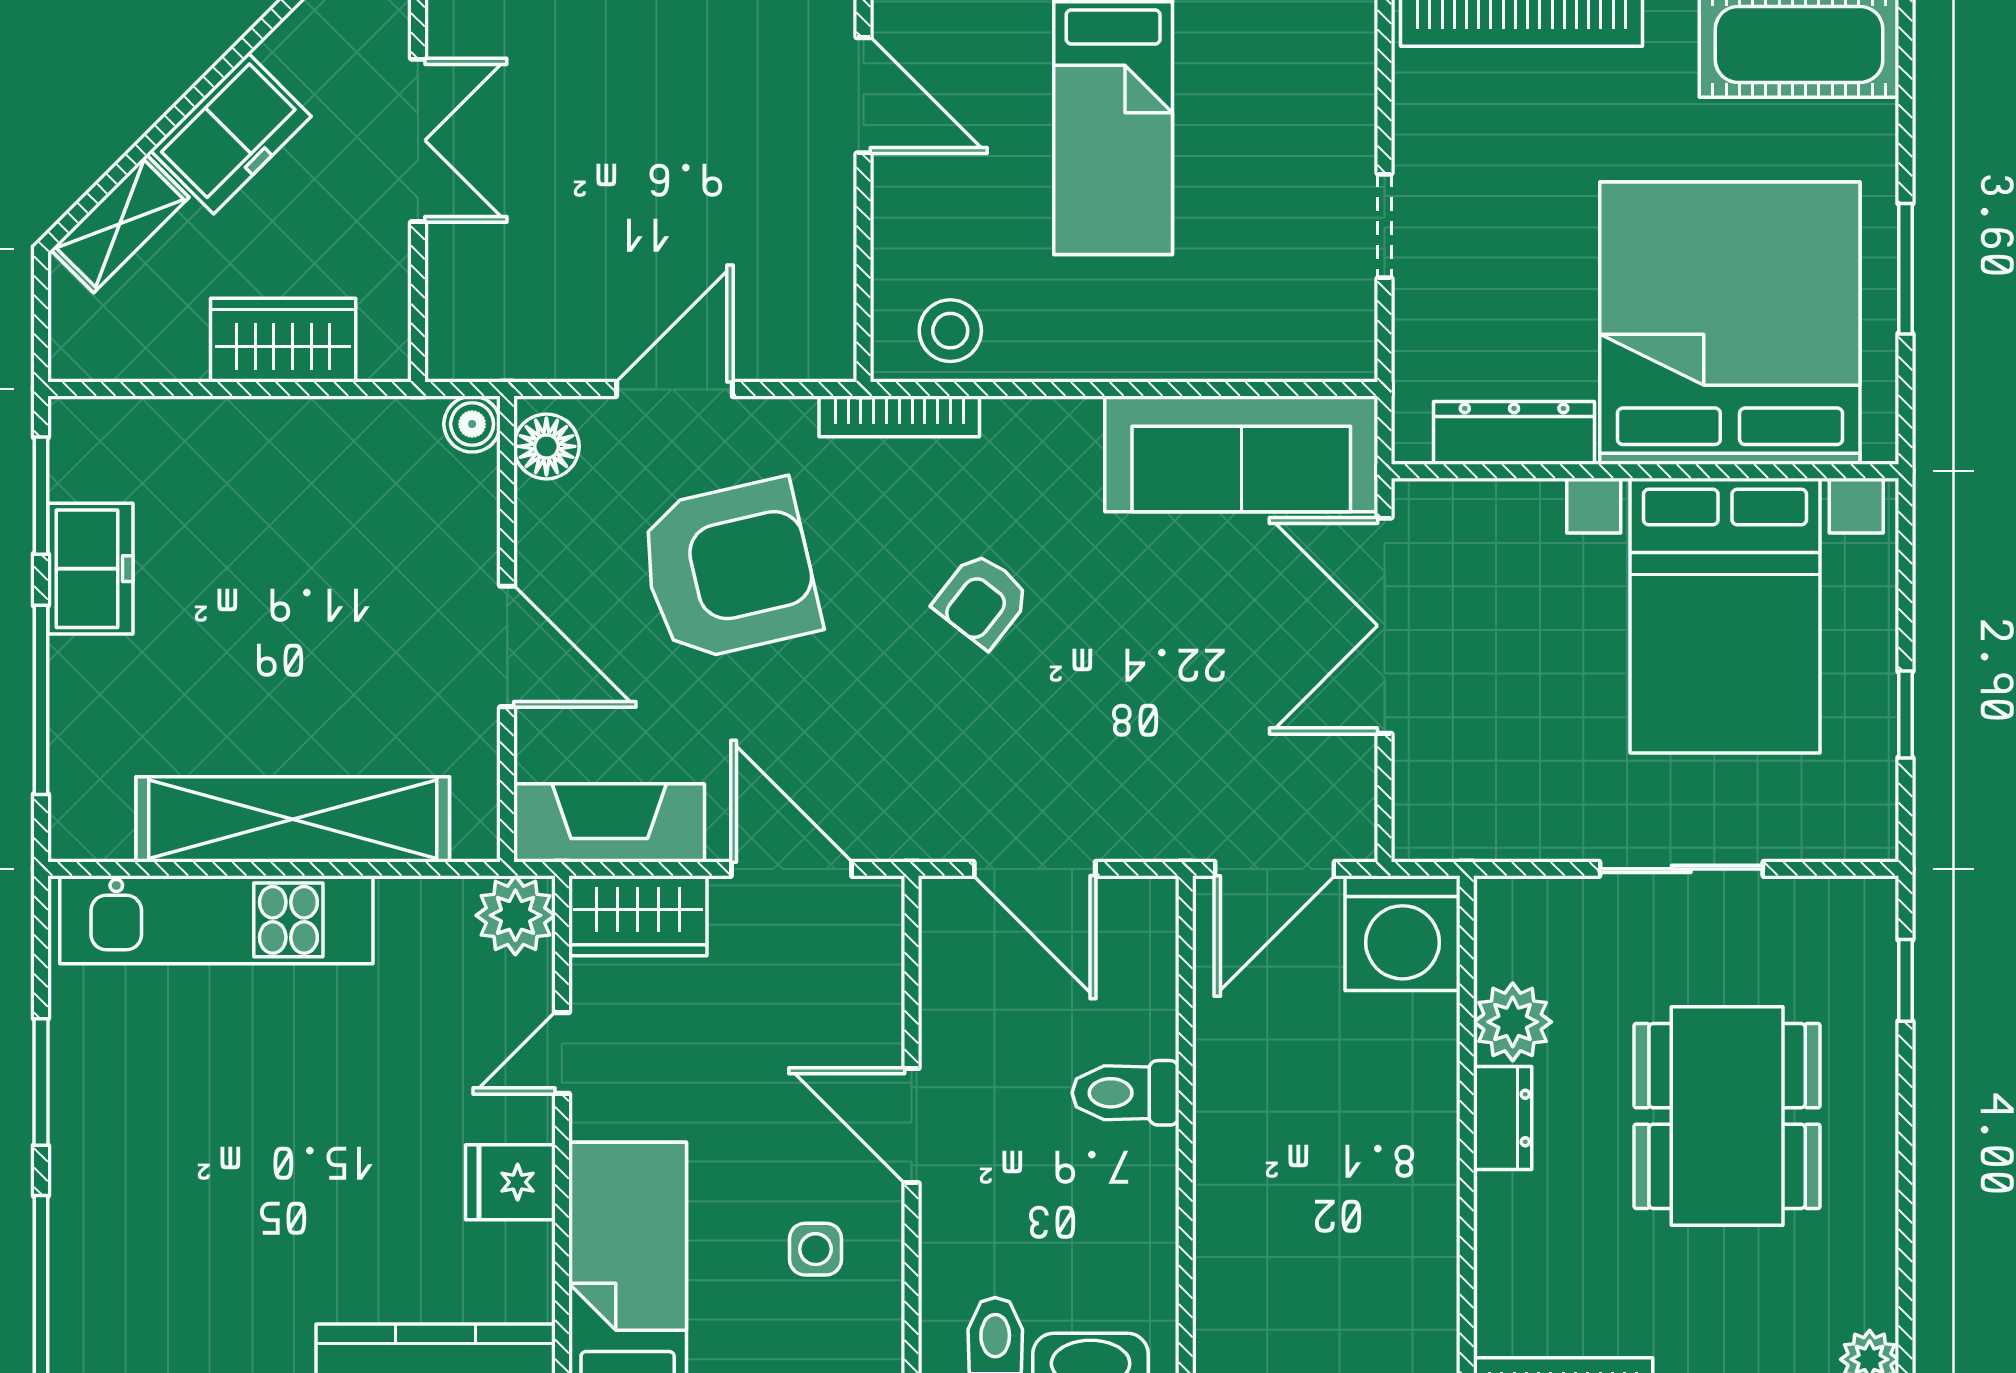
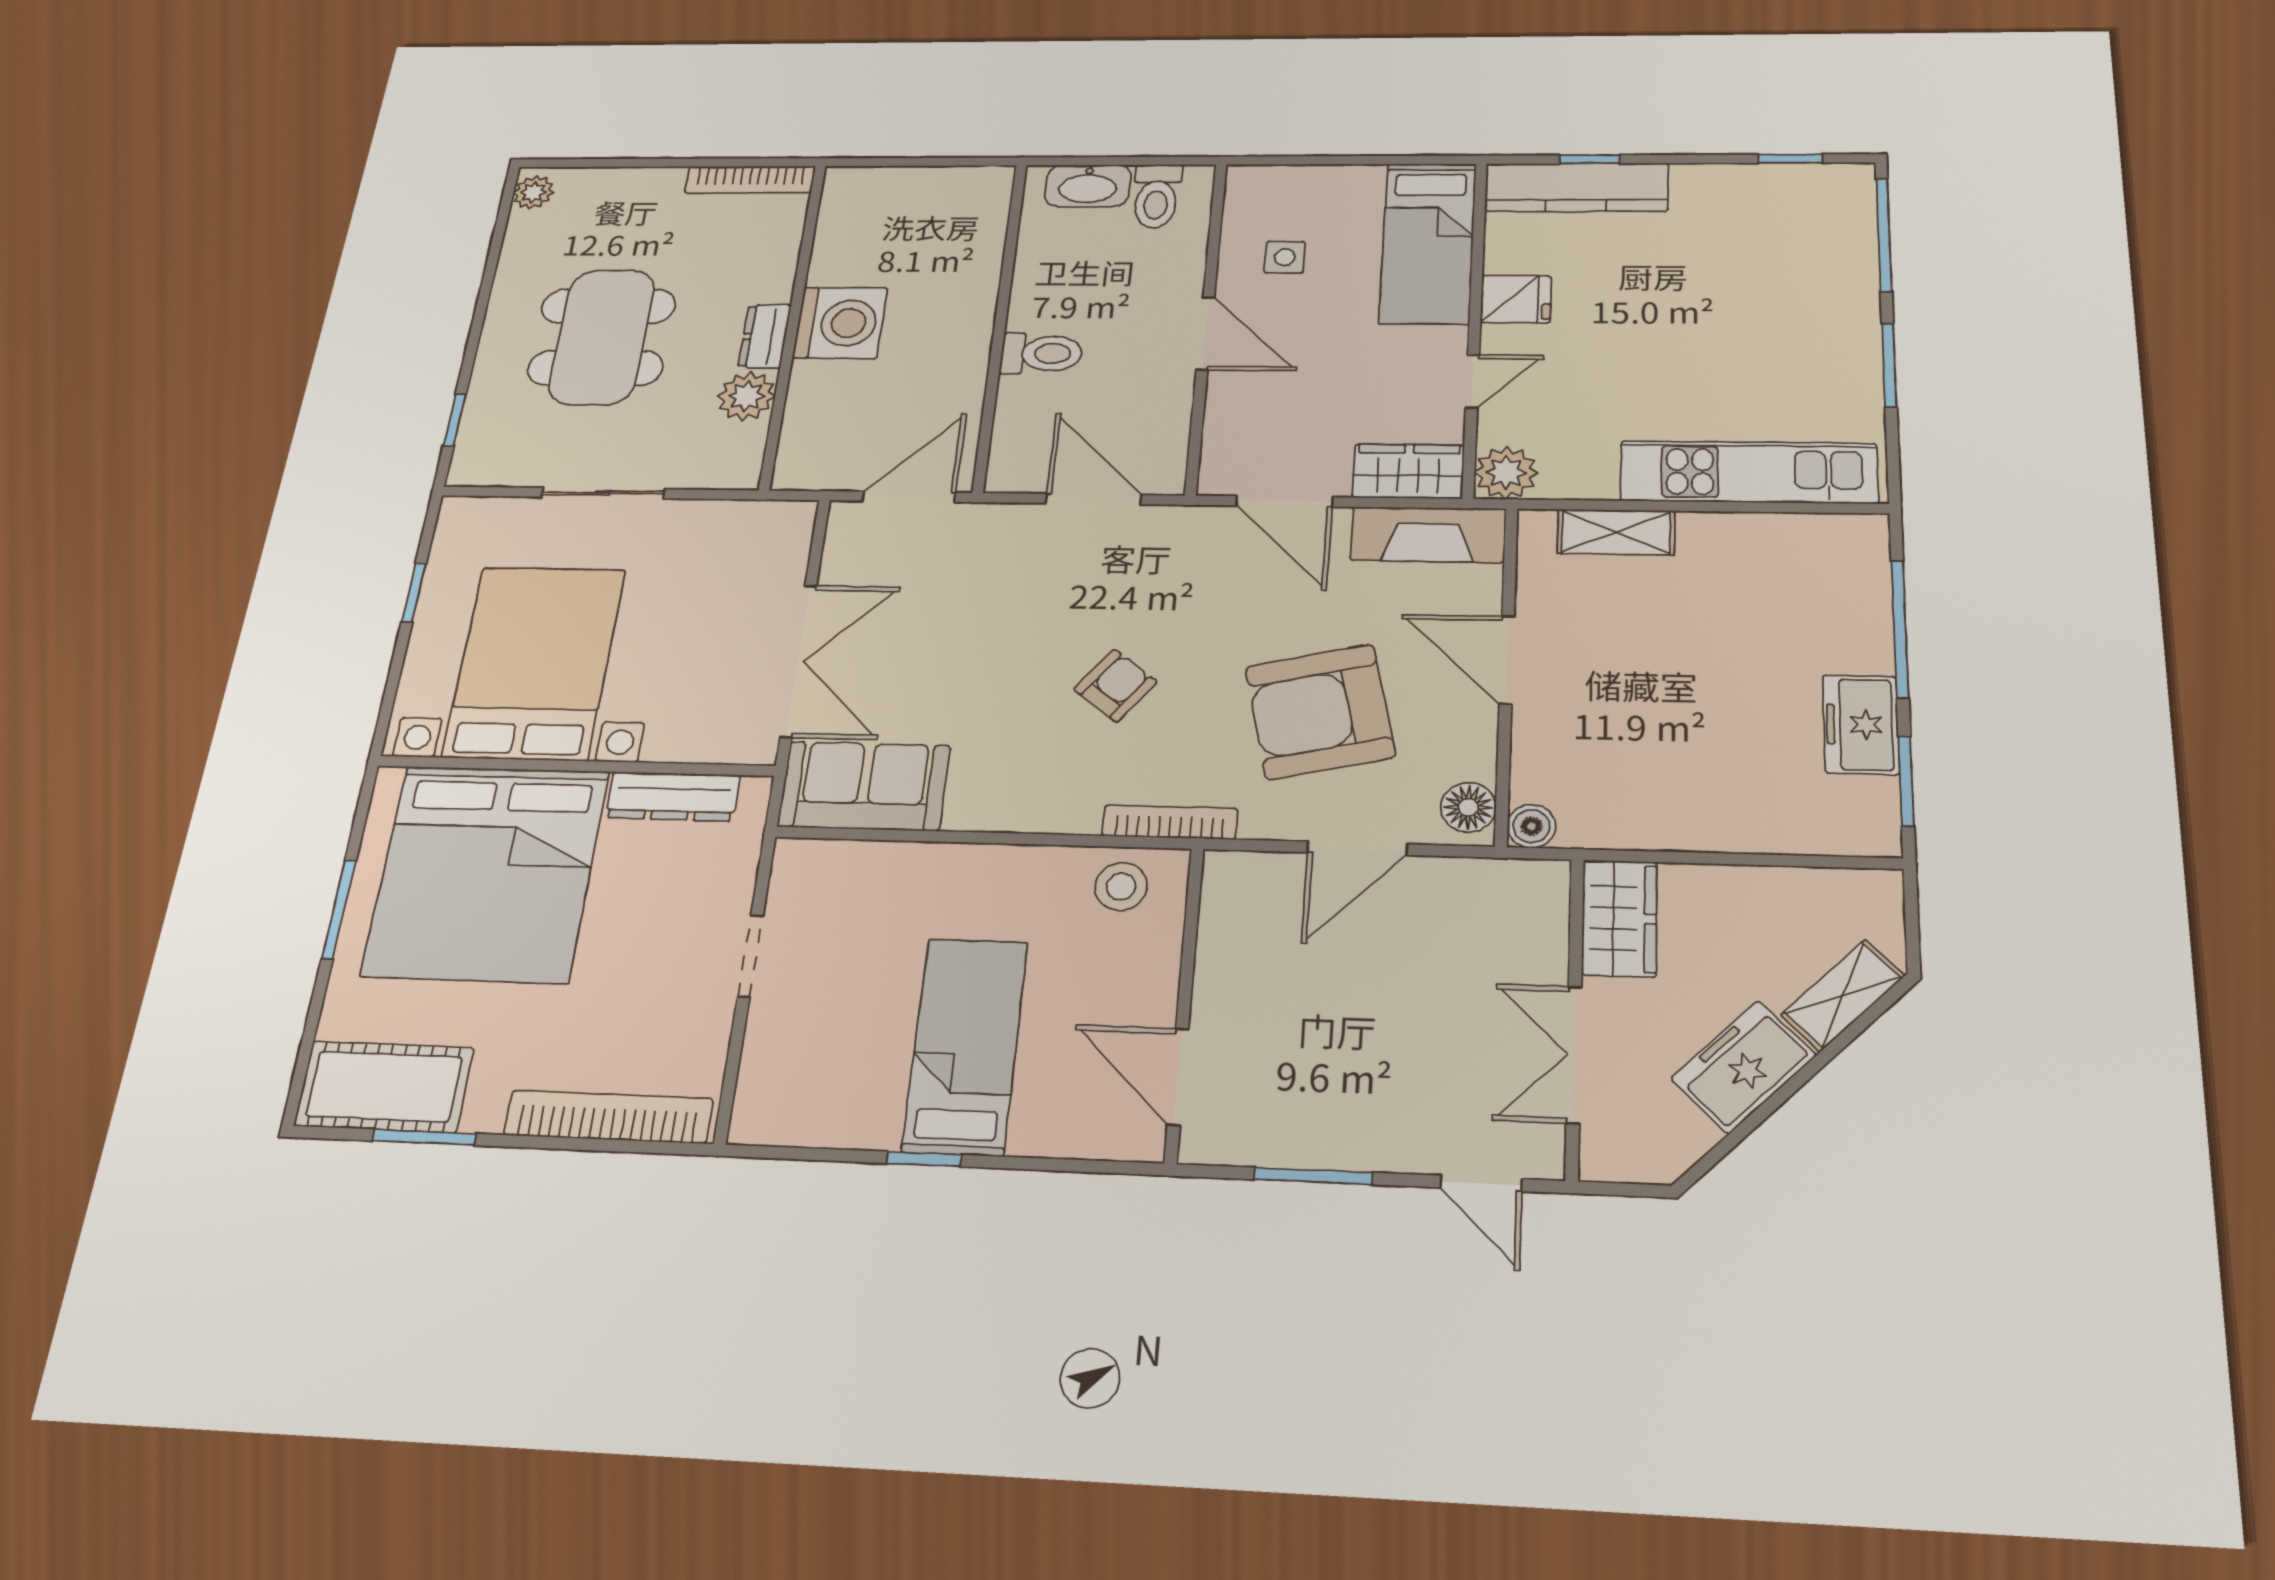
wardrobe: (283, 340) -> (1619, 918), moved, turned -90
sofa: (1241, 454) -> (864, 786), width x0.73
shelving: (293, 819) -> (1616, 532), width x0.45, depth x0.75
washing machine: (1403, 933) -> (840, 323), moved, turned 90

